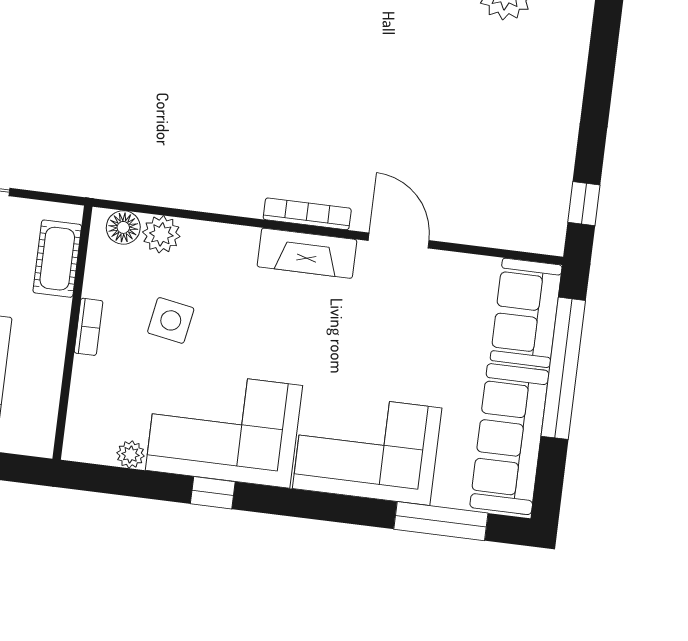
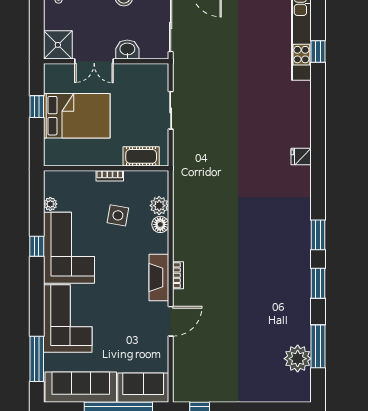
bookcase: (307, 214) -> (178, 275), width x0.64
floor lamp: (123, 227) -> (160, 224), moved

